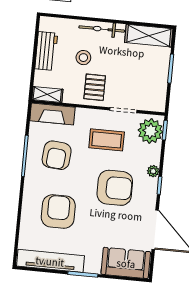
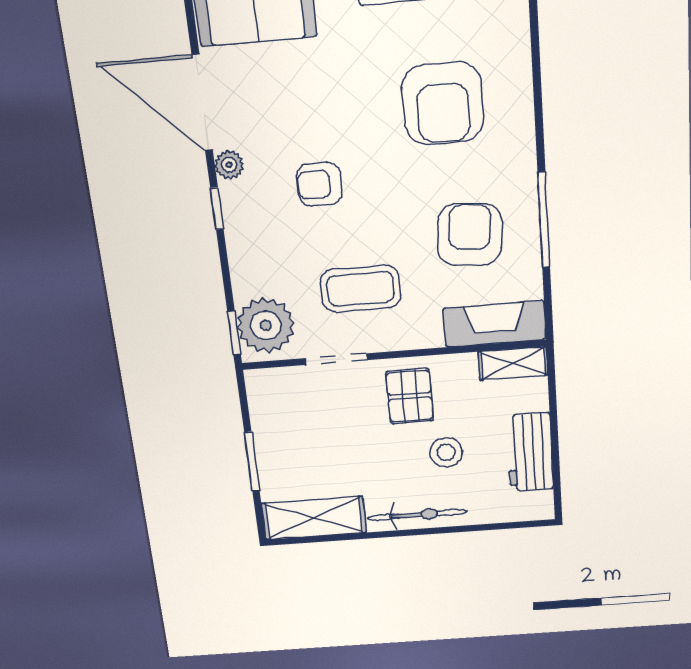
plant: (153, 171) -> (229, 165), moved
armchair: (115, 188) -> (319, 184), width x0.53, depth x0.53

